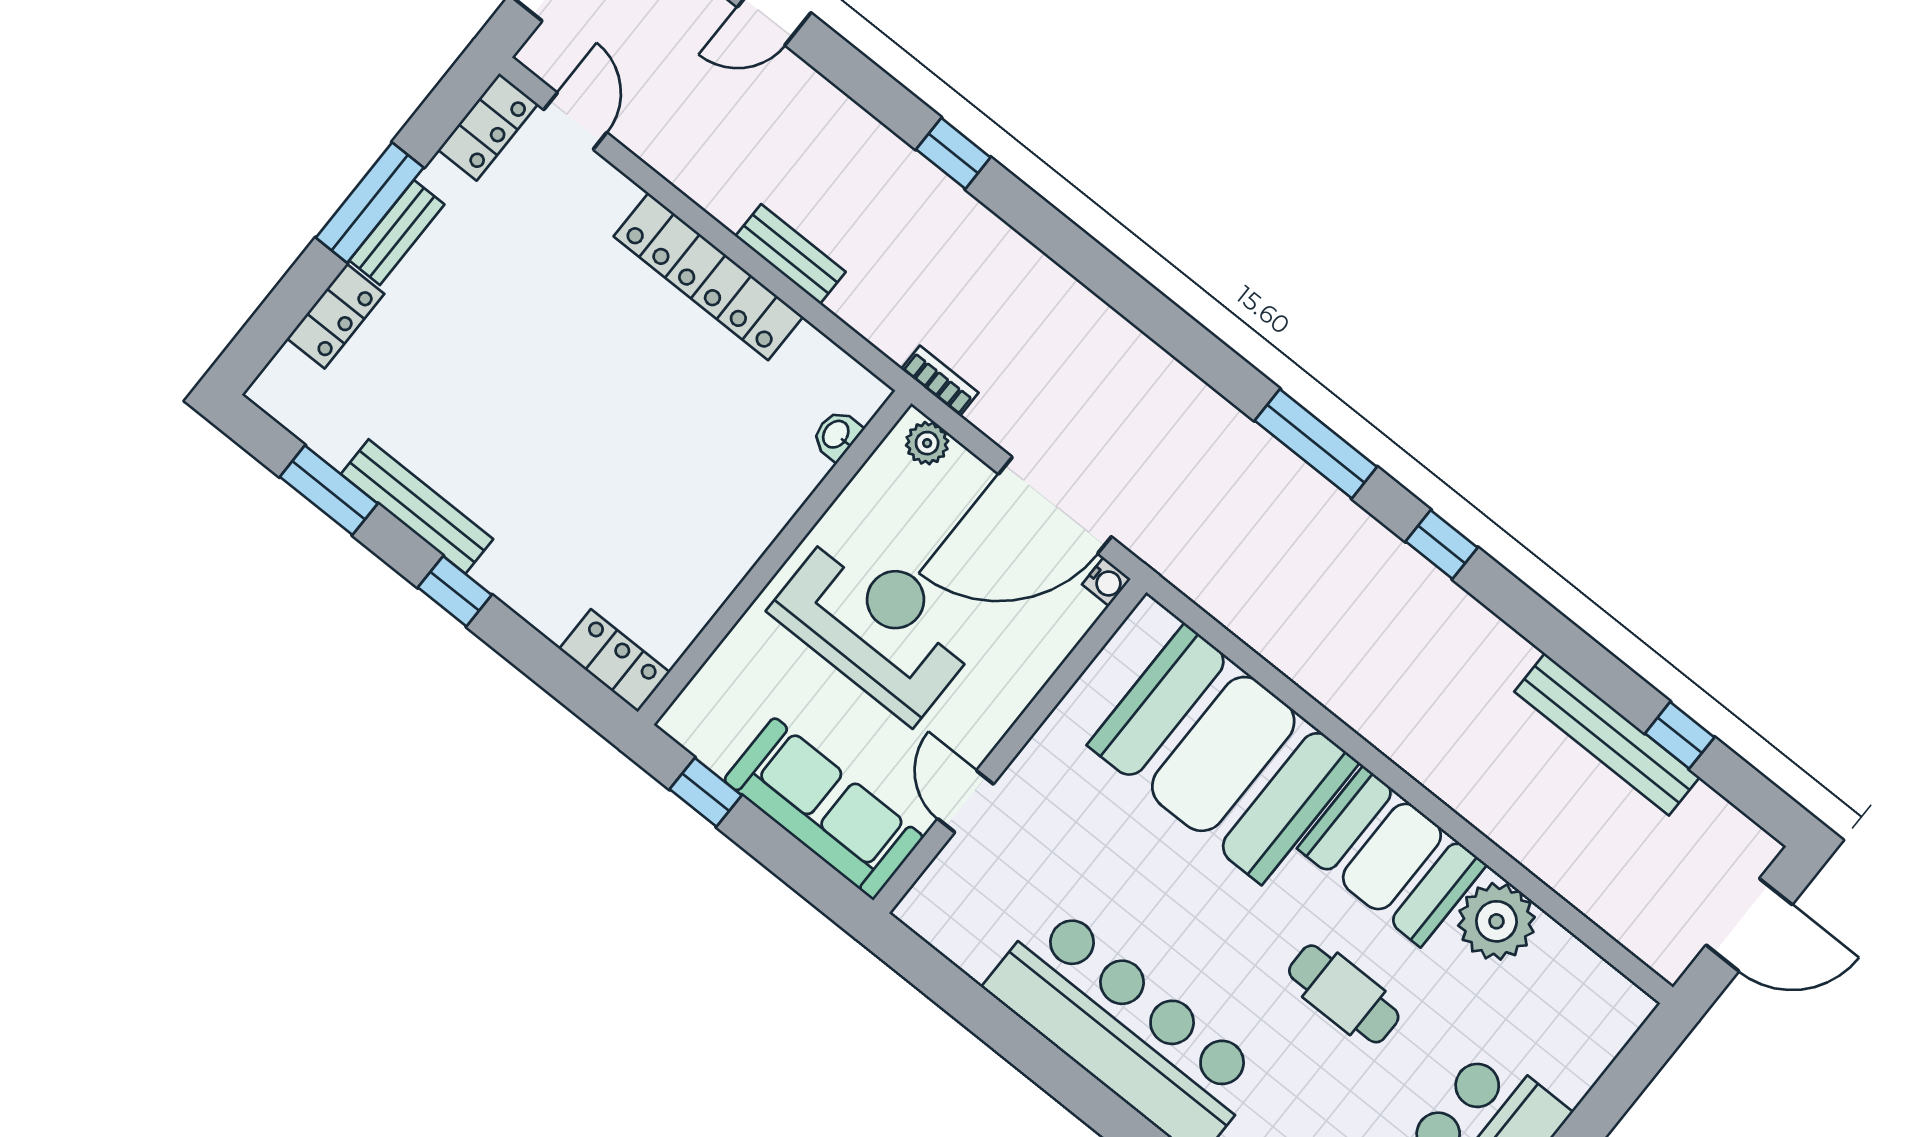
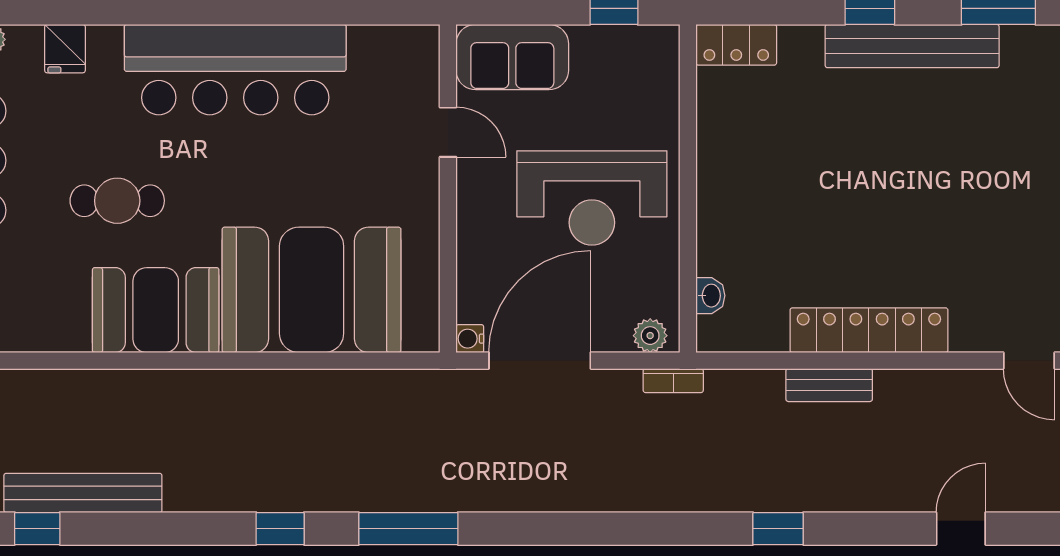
bench: (417, 507) -> (912, 46), width x1.37, depth x1.21
sofa: (824, 809) -> (512, 57), width x0.73
plant: (1496, 921) -> (58, 322), removed

